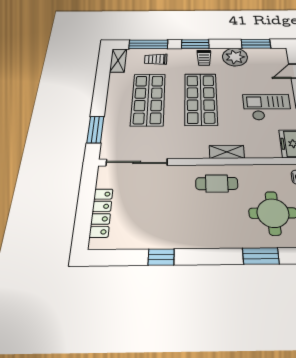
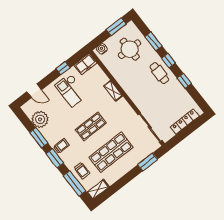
window: (256, 44) -> (39, 138), moved
plant: (235, 57) -> (40, 119), moved
shop shelf: (201, 99) -> (91, 126), width x0.70, depth x0.74
cafe table: (217, 183) -> (159, 73), moved
window: (212, 256) -> (168, 61), added

